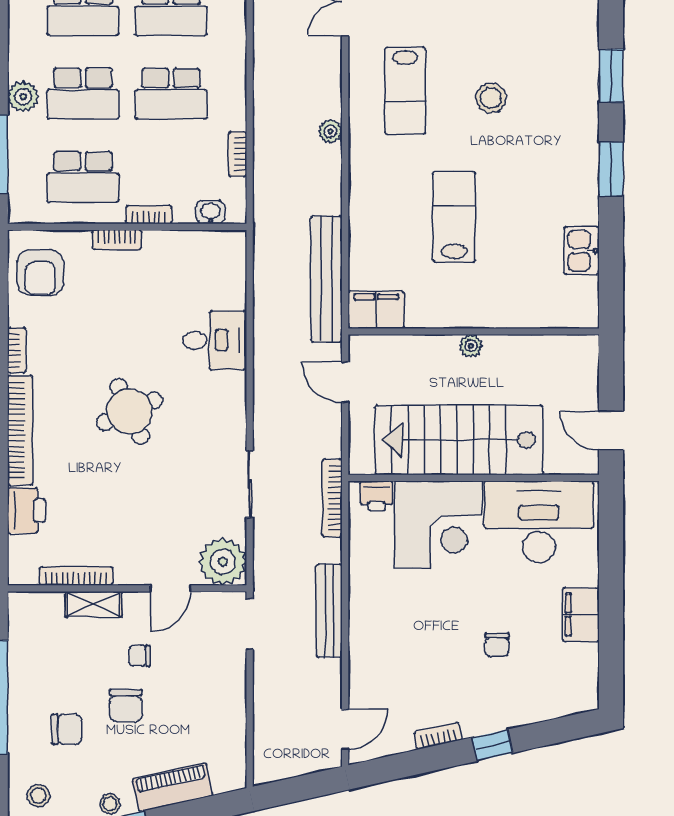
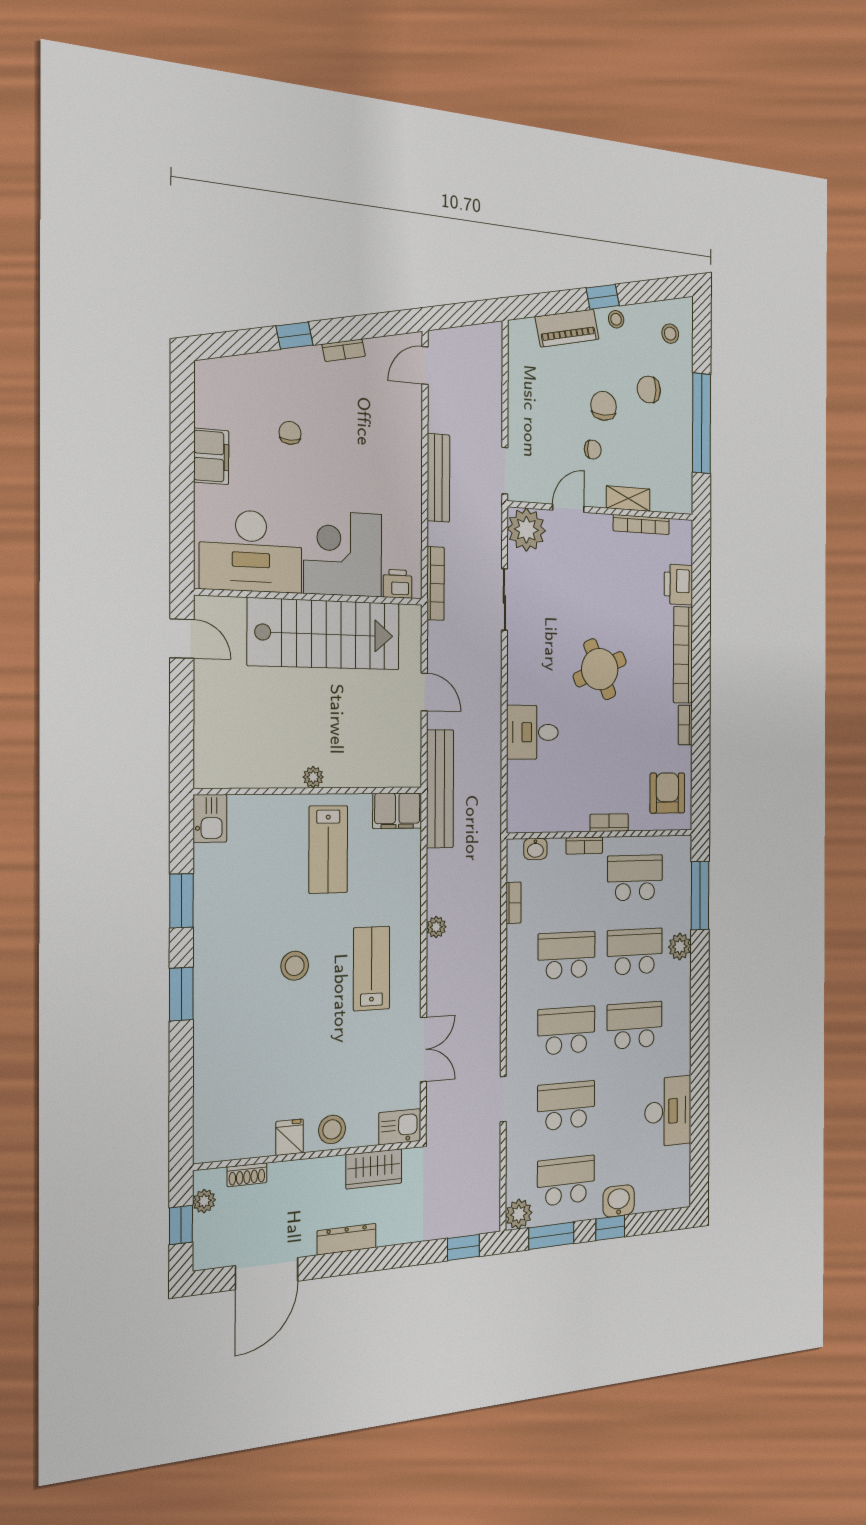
filing cabinet: (376, 310) -> (397, 811), moved
wall: (474, 332) -> (311, 791), moved
plant: (471, 346) -> (313, 777), moved

